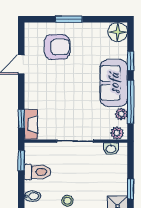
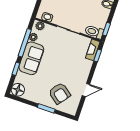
armchair: (57, 47) -> (60, 93), turned -142
toilet: (37, 172) -> (94, 32), moved

